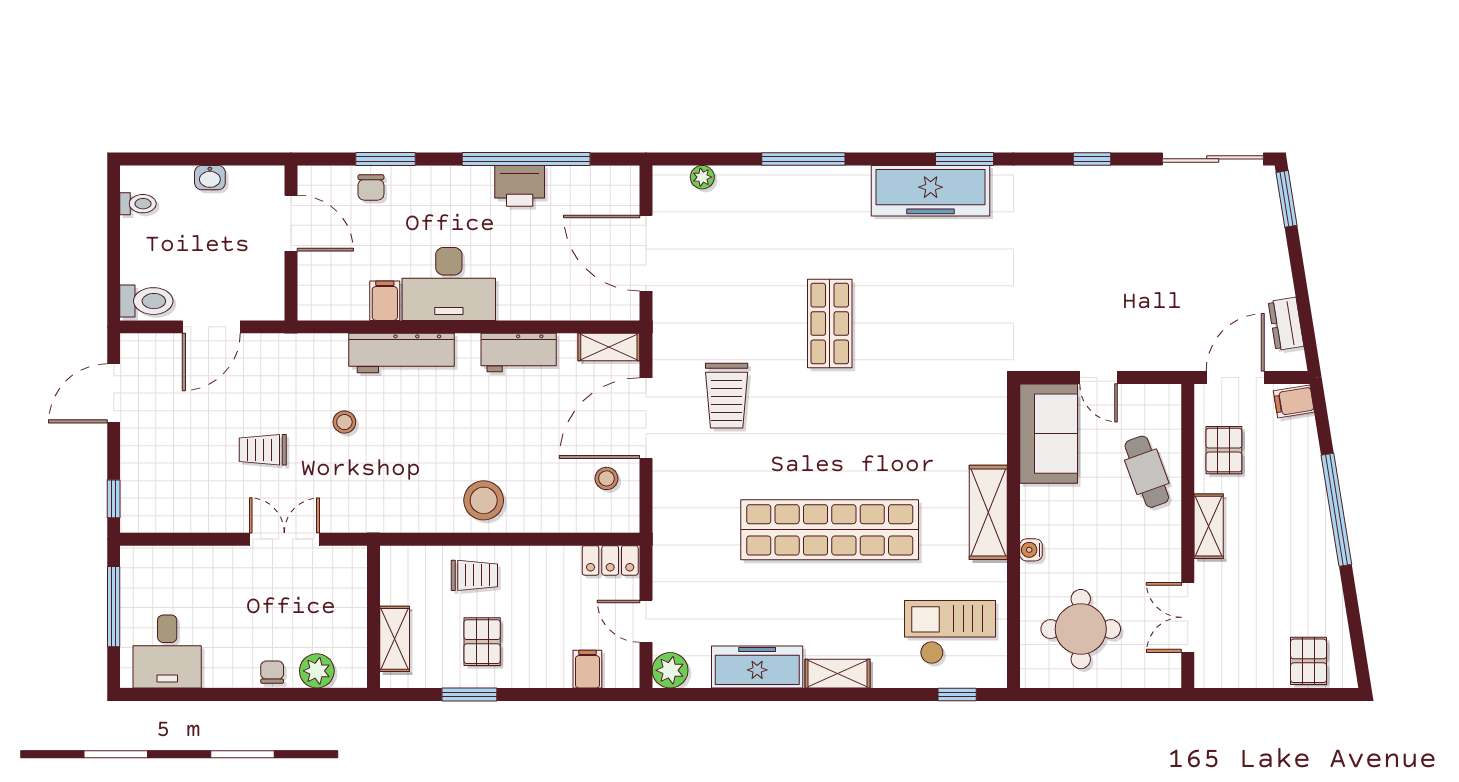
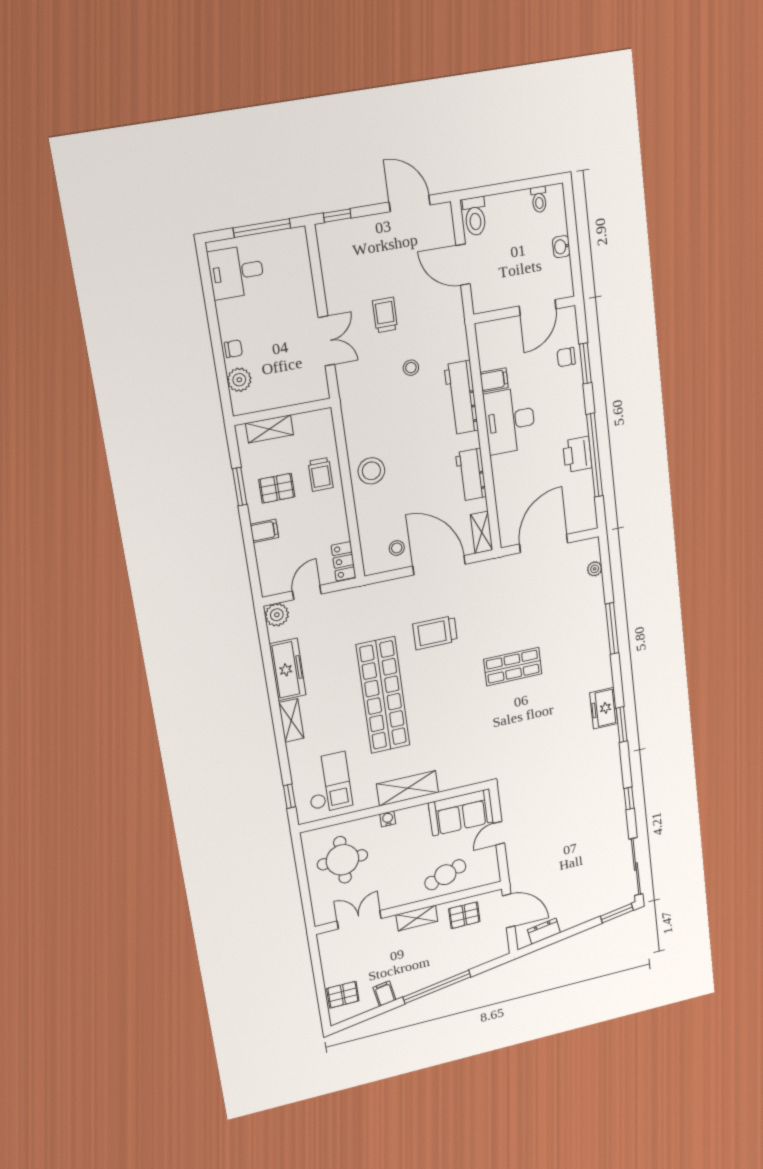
freezer: (931, 191) -> (604, 708), width x0.52, depth x0.79
trolley: (727, 396) -> (435, 633), moved
filing cabinet: (1294, 401) -> (384, 994), moved
filing cabinet: (587, 669) -> (264, 531), moved

